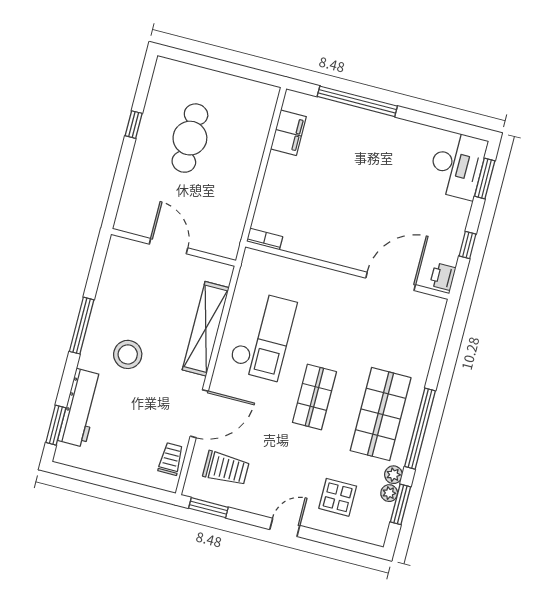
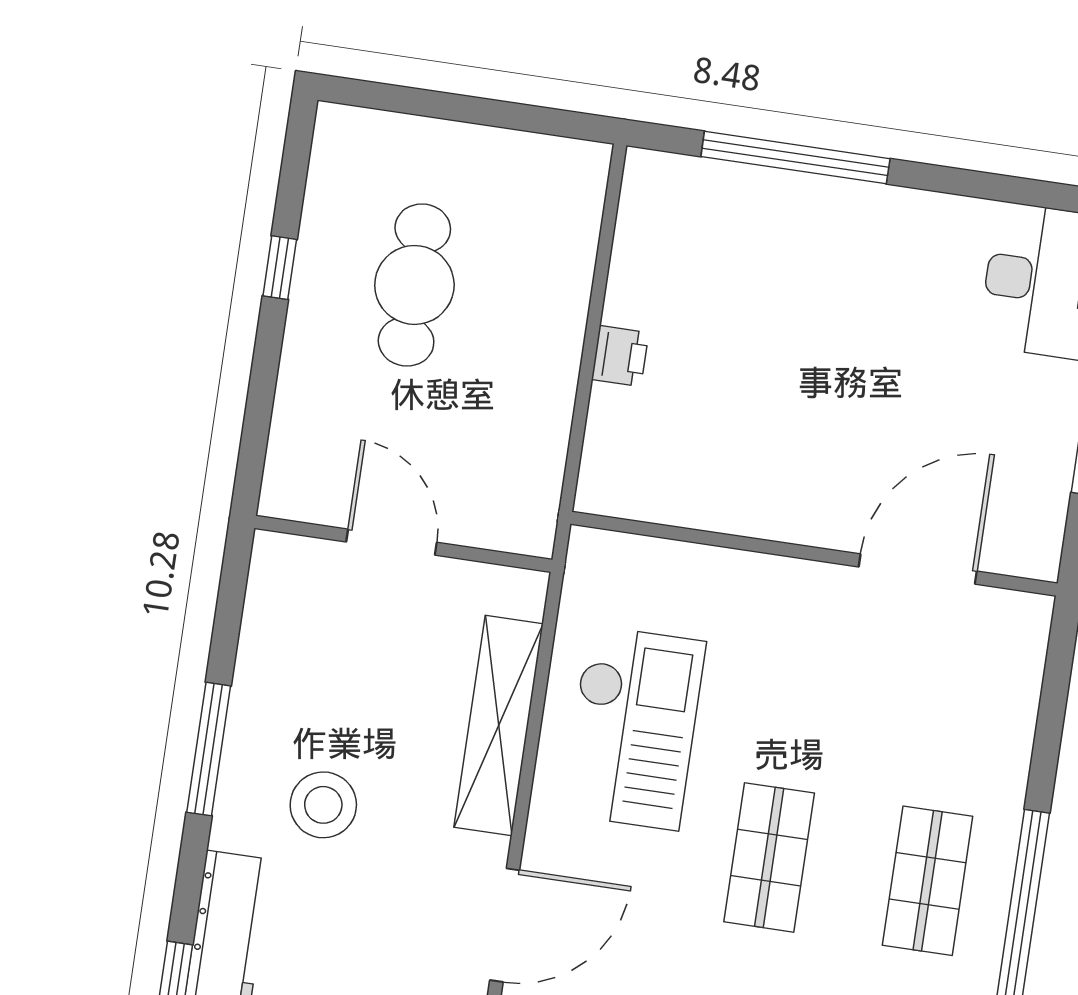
filing cabinet: (288, 133) -> (643, 248), removed
bookcase: (265, 239) -> (614, 502), removed
printer: (443, 277) -> (620, 356), moved, turned 180
shop shelf: (381, 414) -> (928, 881), width x0.70, depth x0.74

